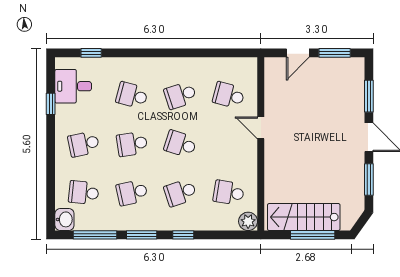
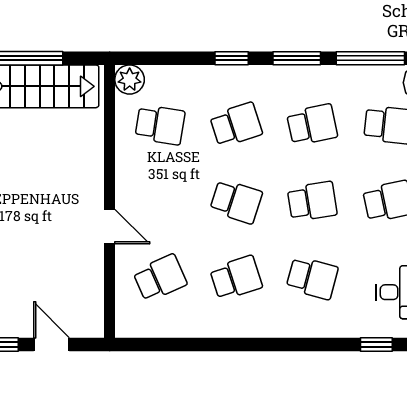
door: (298, 53) -> (52, 344), hinge flipped
school desk: (229, 95) -> (160, 278), turned -39

